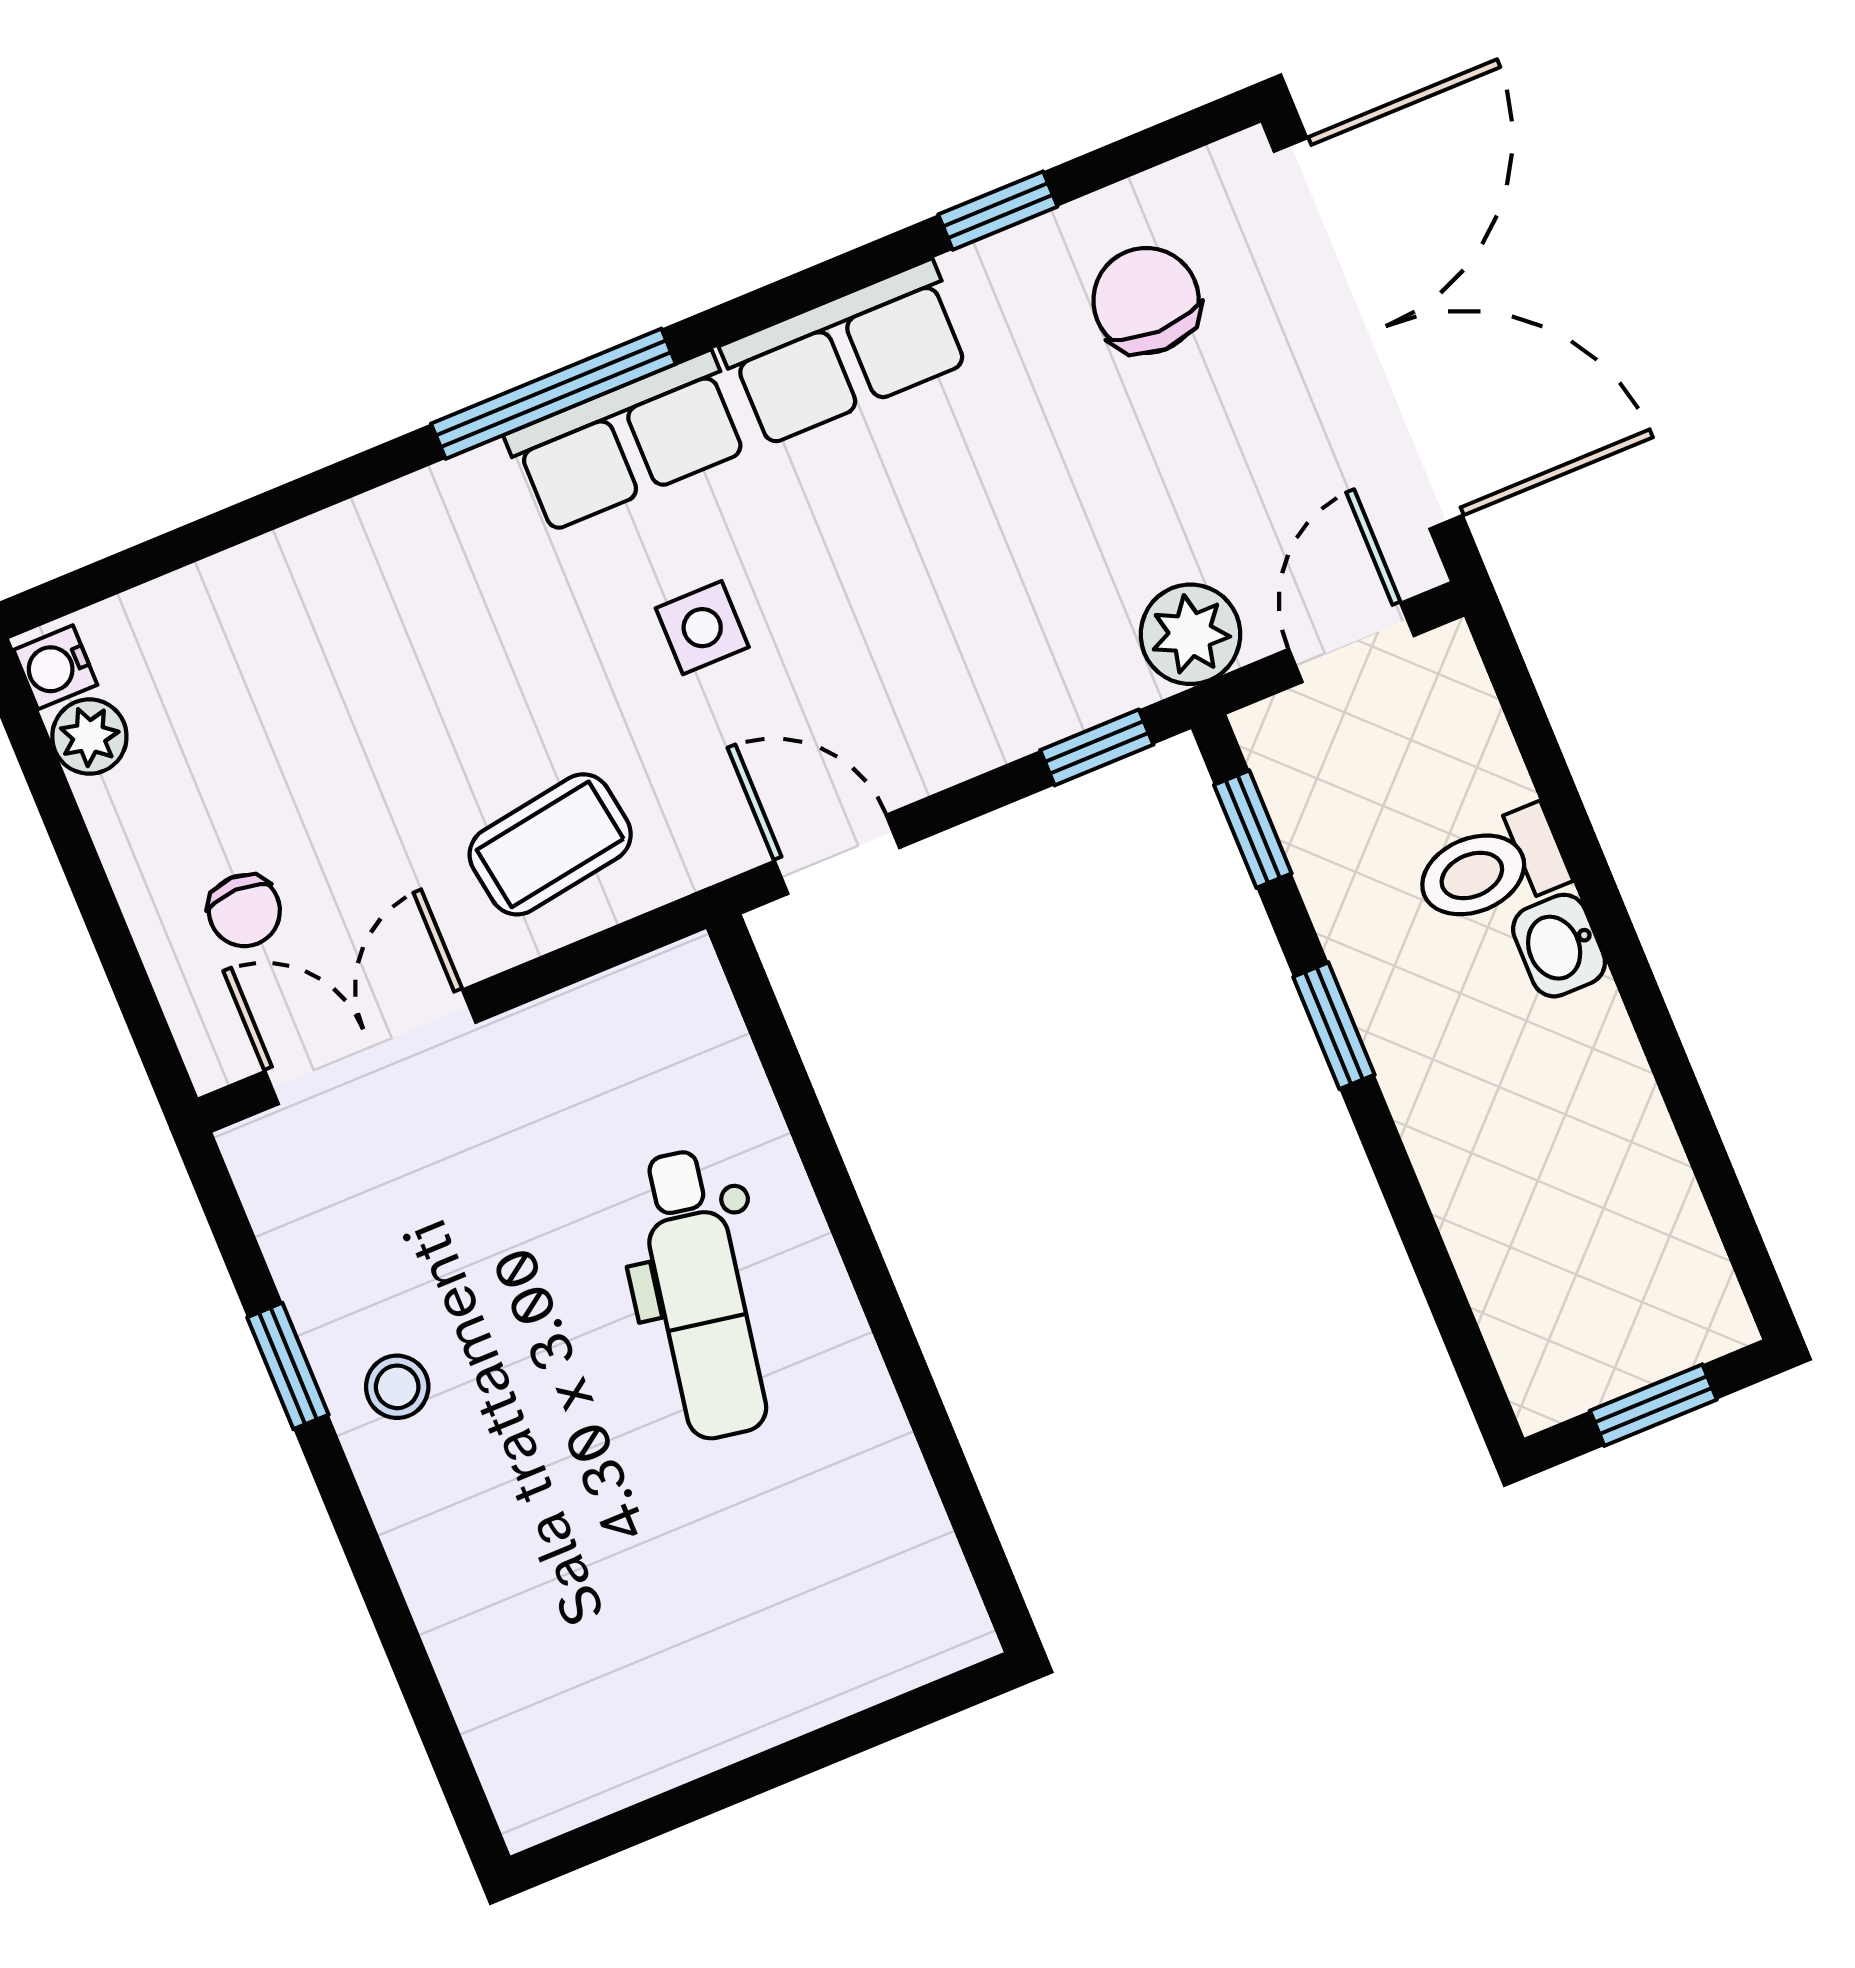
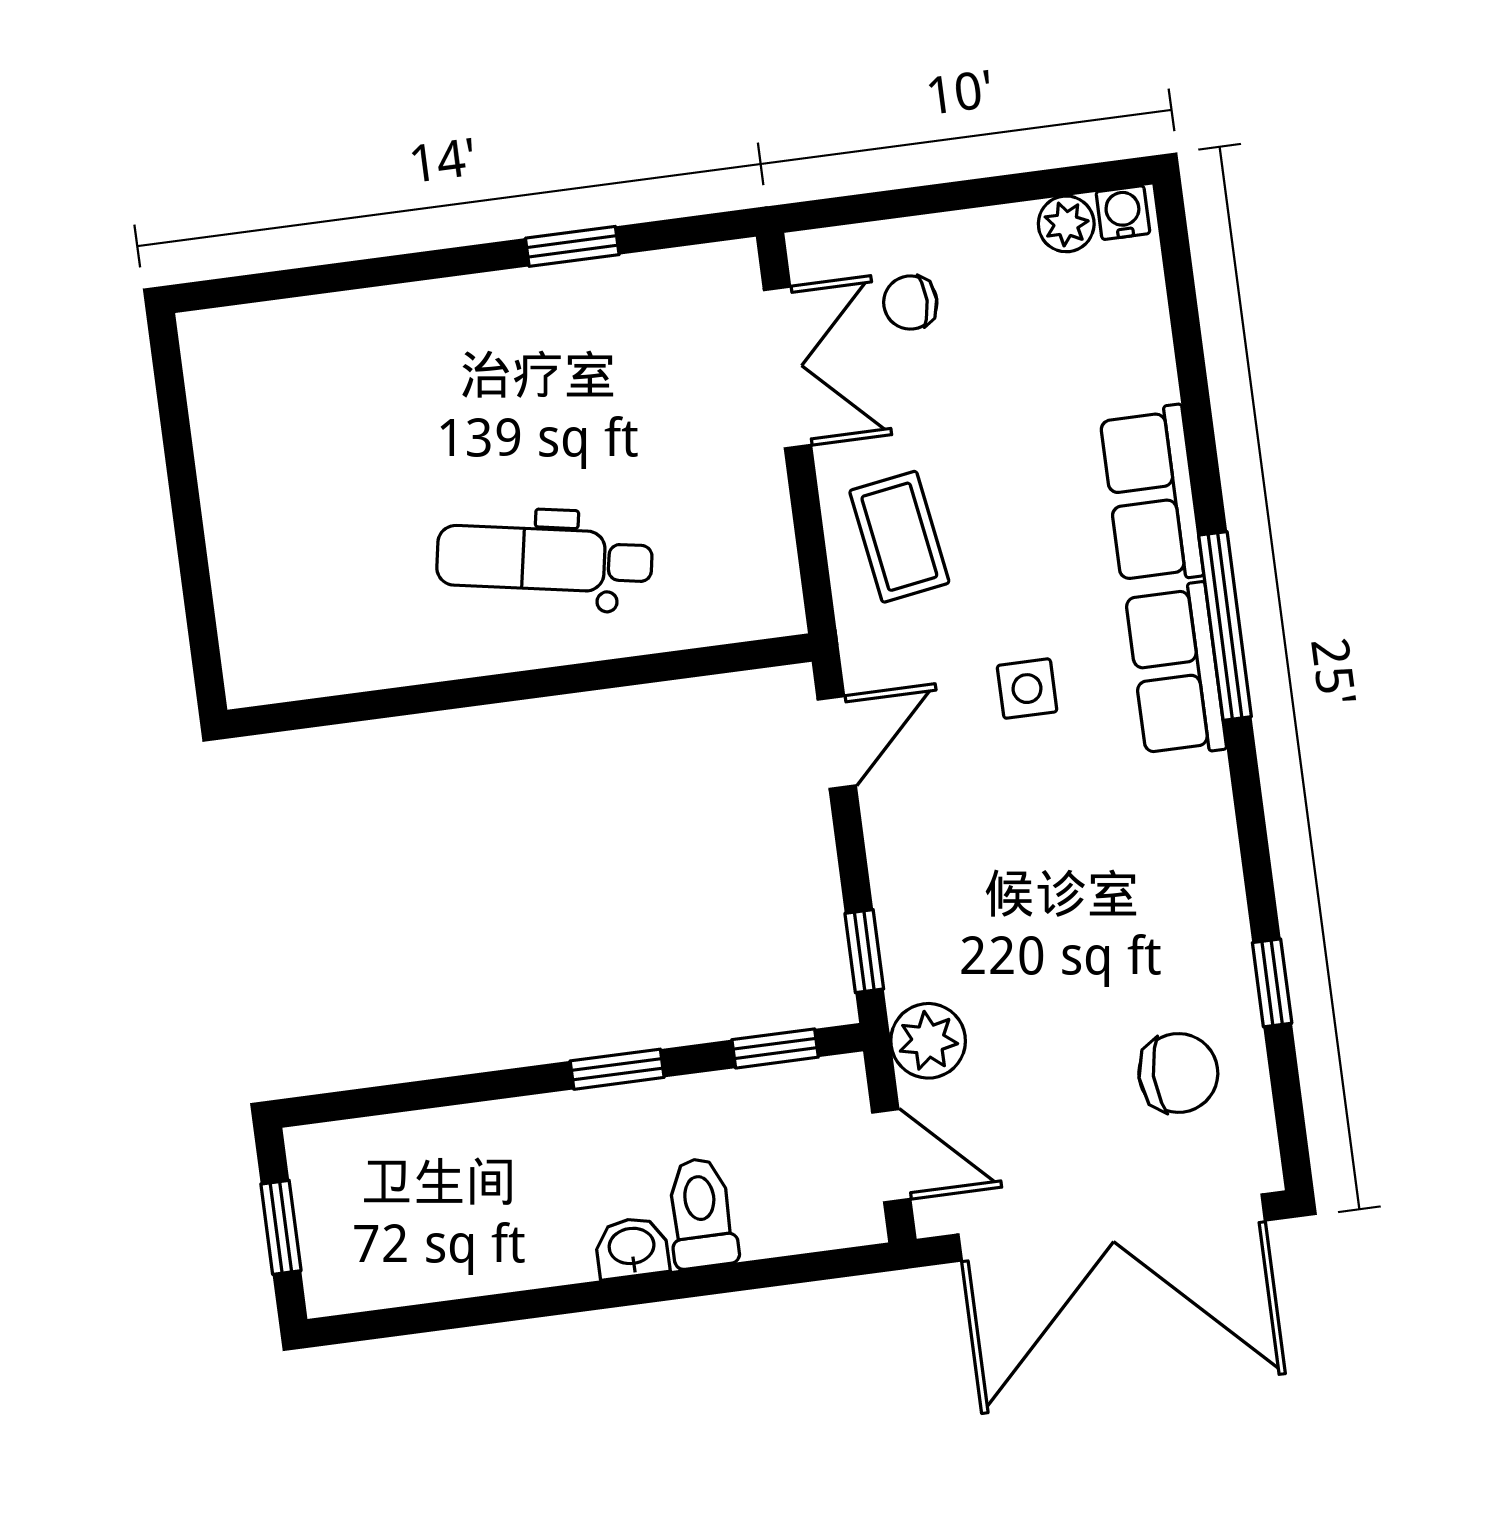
row of seats: (847, 353) -> (1152, 495), moved
stool: (397, 1387) -> (536, 321), removed

